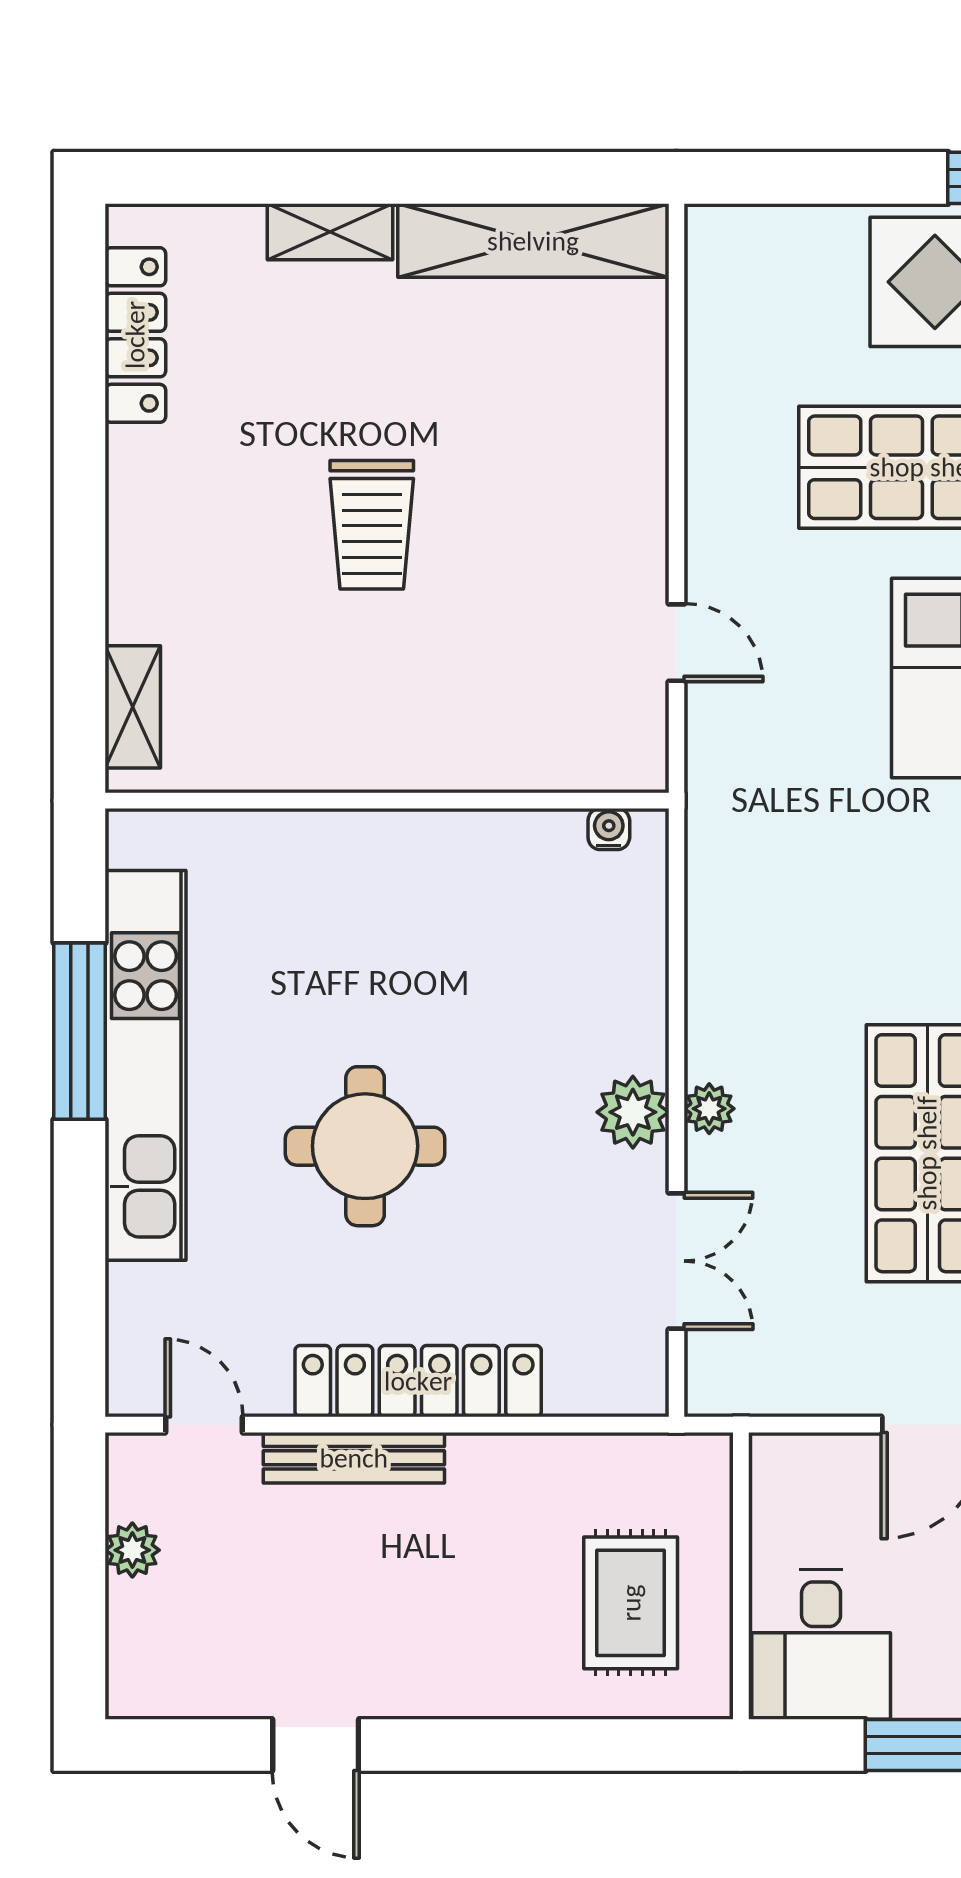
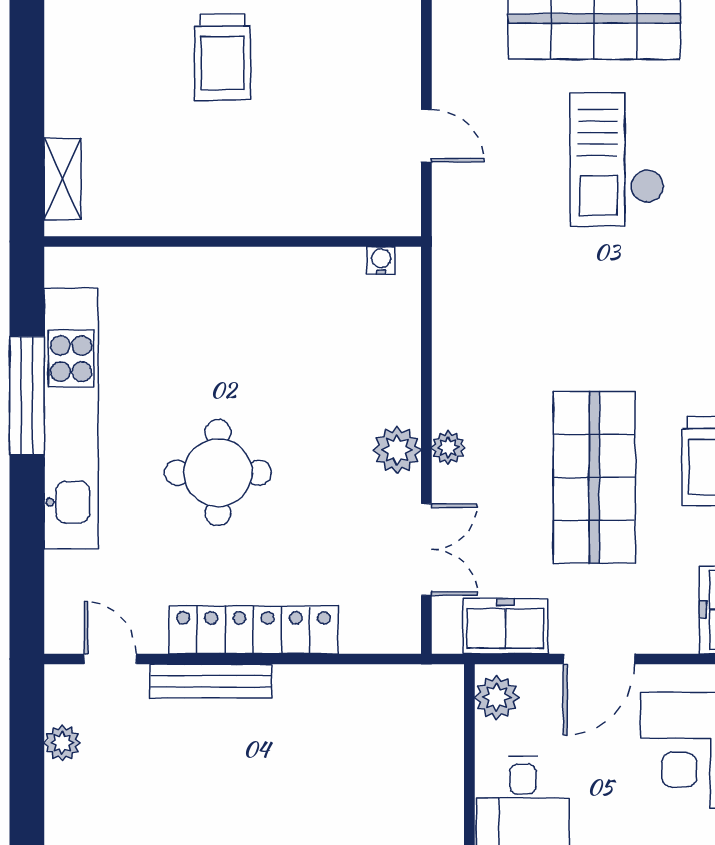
freezer: (795, 1376) -> (505, 626), added
plant: (782, 1482) -> (497, 697), added
rug: (631, 1603) -> (396, 778), removed

